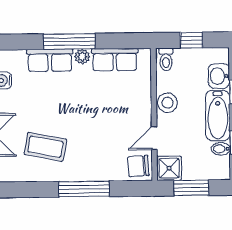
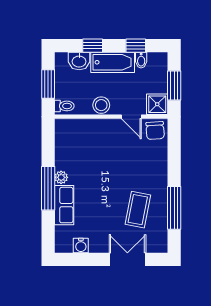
window: (192, 40) -> (48, 84), width x1.50
row of seats: (115, 60) -> (64, 150), removed
window: (84, 189) -> (174, 208), moved

